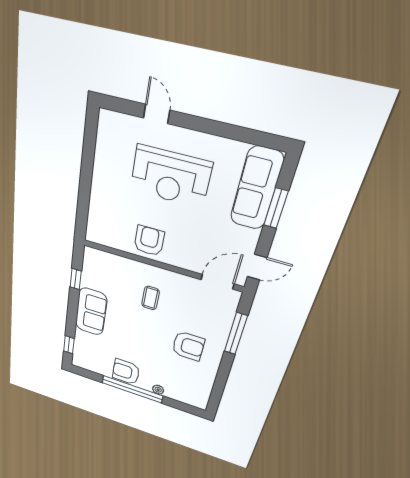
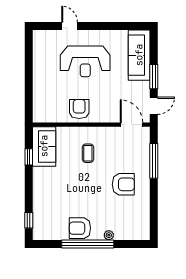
window: (276, 208) -> (154, 77), moved
door: (217, 282) -> (131, 125), hinge flipped
sofa: (91, 312) -> (44, 146), moved

